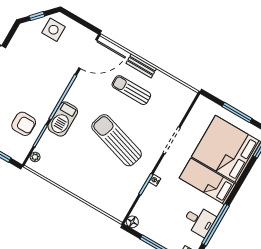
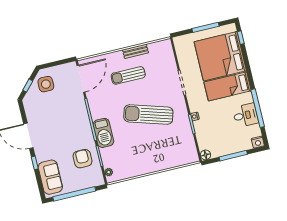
bench: (141, 66) -> (135, 51), moved
armchair: (24, 124) -> (82, 159), turned -90

